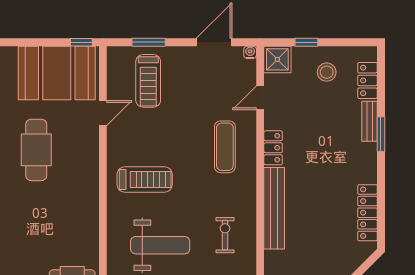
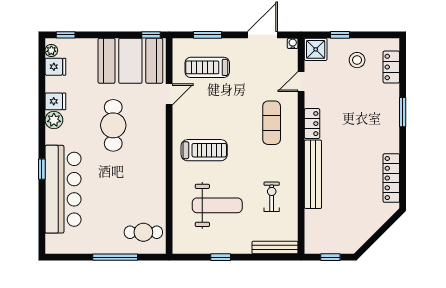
treadmill: (148, 81) -> (207, 67), turned 90
bench: (369, 121) -> (393, 101), removed

